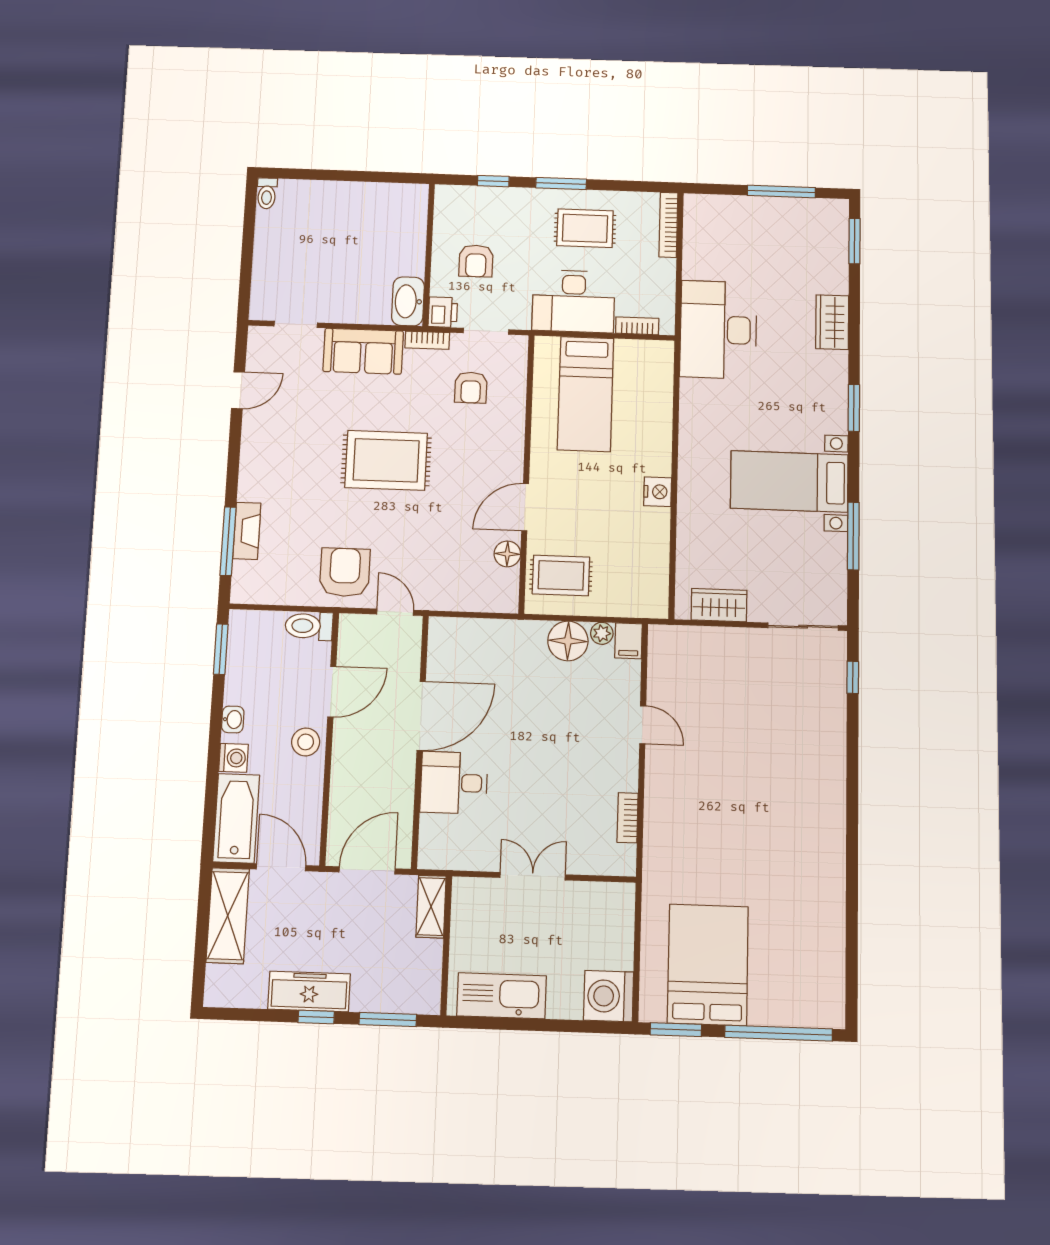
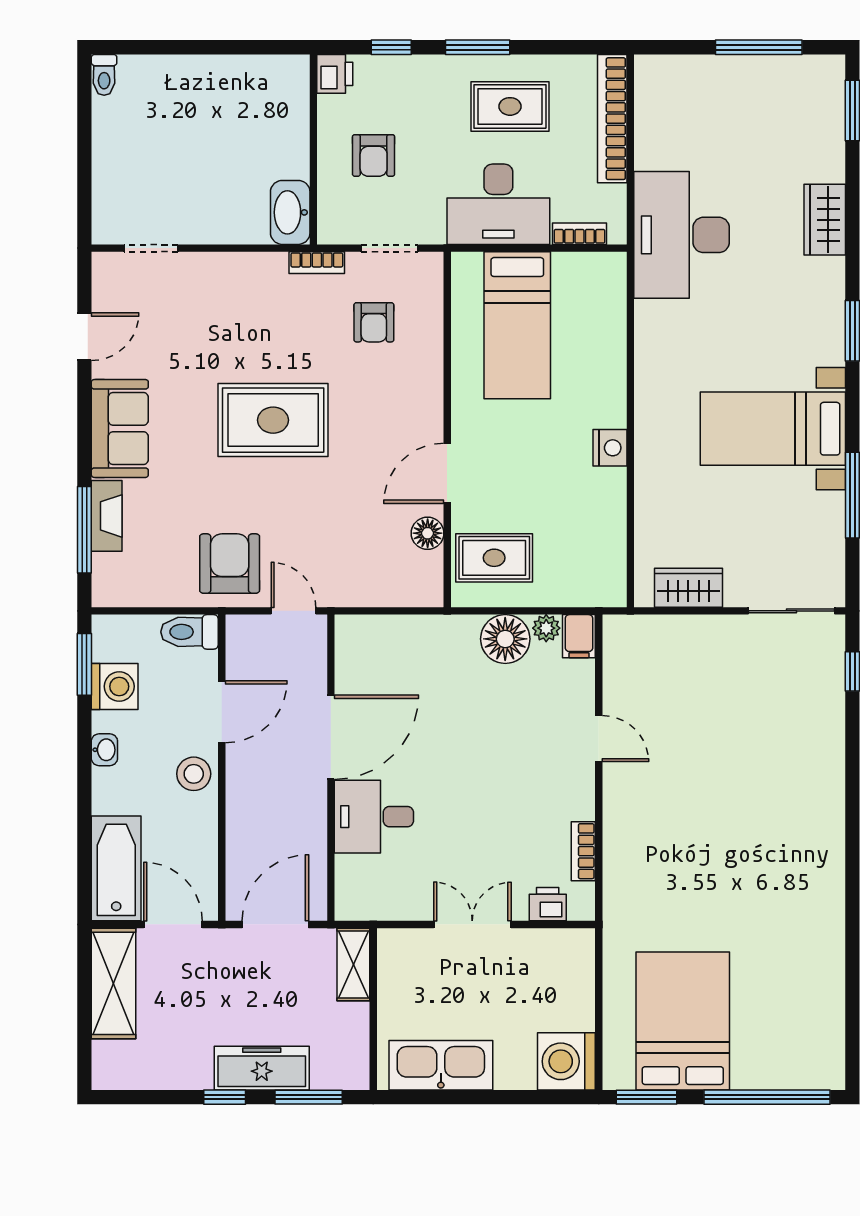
bookcase: (668, 225) -> (612, 119), width x1.48, depth x1.31
printer: (443, 312) -> (335, 74), moved
sofa: (363, 351) -> (120, 428), moved, turned -90
washing machine: (233, 758) -> (115, 686), moved, width x1.38, depth x1.38
printer: (596, 861) -> (548, 904), added
freezer: (309, 991) -> (262, 1068), moved

